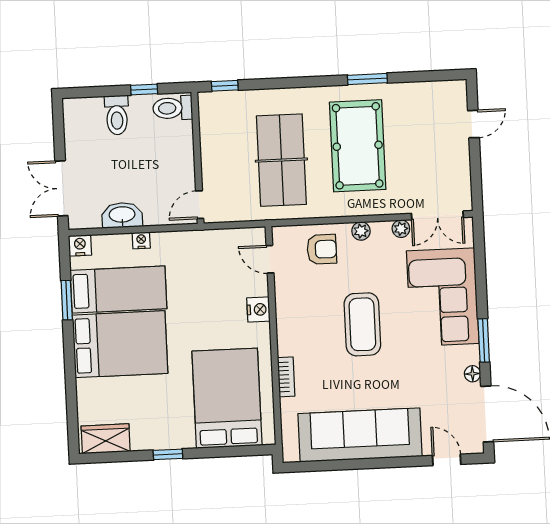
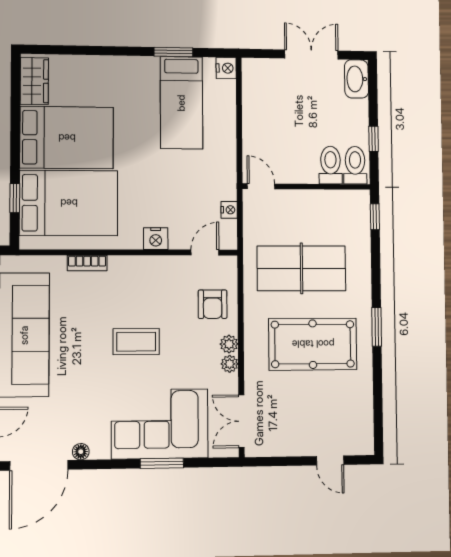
window: (367, 79) -> (377, 327), moved
toilet: (117, 115) -> (331, 165), moved, turned 90
double door: (61, 188) -> (311, 55), moved
washbasin: (122, 215) -> (356, 79), moved, turned 180
plant: (401, 229) -> (230, 364), moved
nightstand: (141, 240) -> (229, 210), moved
coffee table: (362, 324) -> (136, 342), width x0.73, depth x0.76
window: (484, 340) -> (162, 463), moved
bed: (120, 344) -> (67, 138), moved, turned -90
window: (168, 454) -> (15, 198), moved

